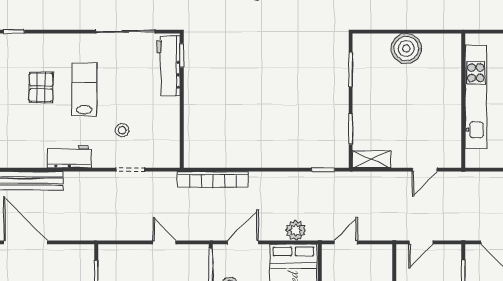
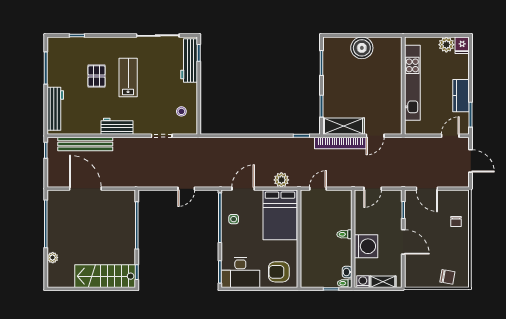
stool: (122, 130) -> (181, 111), moved
shelving: (372, 159) -> (344, 126), width x1.50, depth x1.33
bookcase: (213, 180) -> (340, 143), moved
door: (165, 242) -> (186, 189), swing flipped

